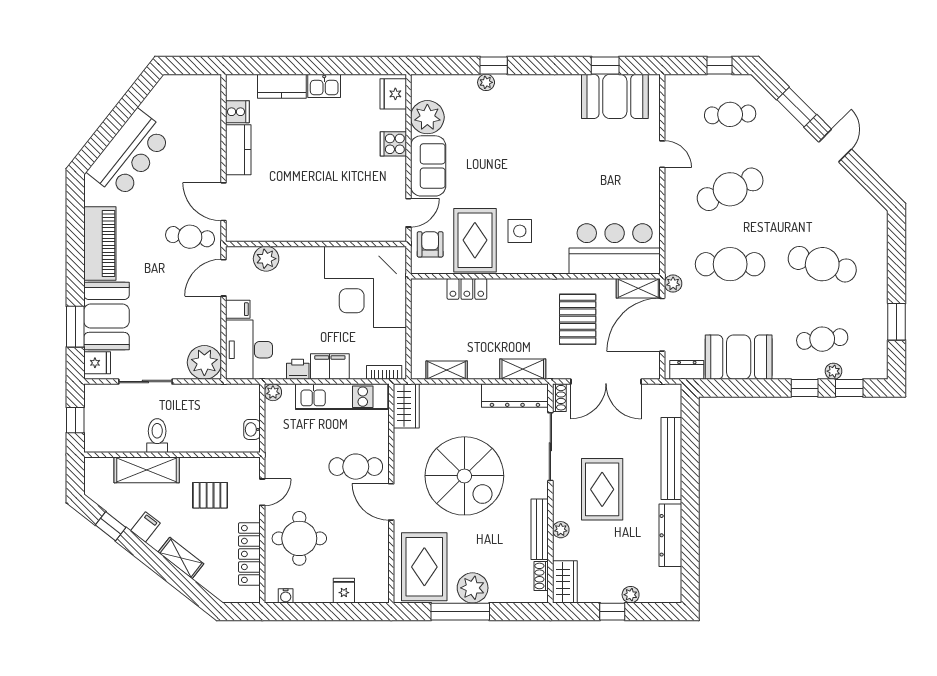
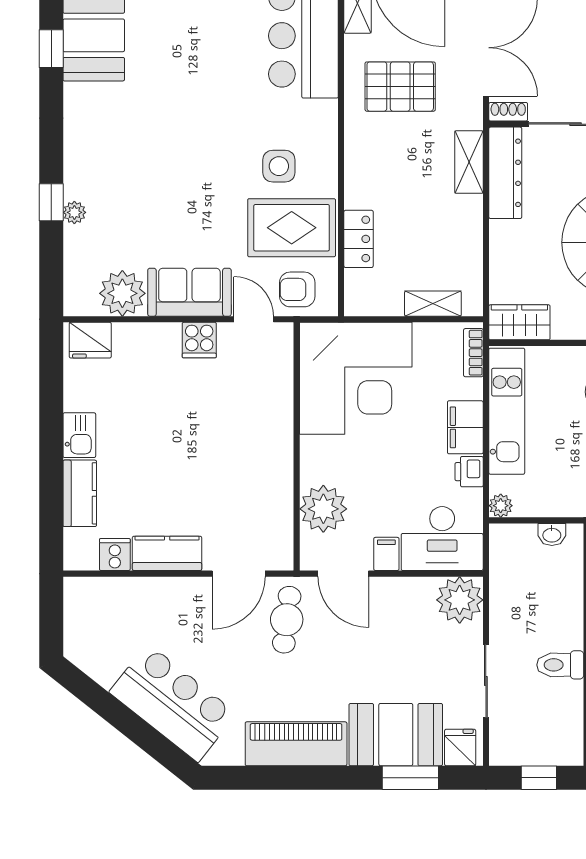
cooker: (393, 144) -> (199, 340), moved
plant: (266, 259) -> (323, 509), width x1.36, depth x1.36
shelving: (447, 370) -> (433, 304), moved, turned 90

